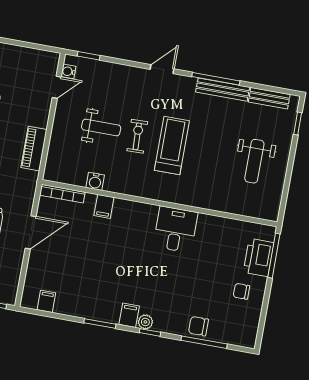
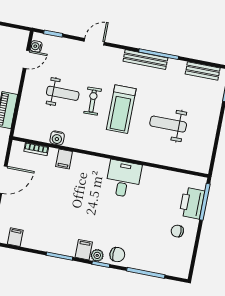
door: (162, 69) -> (94, 42), moved
bench: (223, 90) -> (145, 60), moved
treadmill: (172, 145) -> (121, 109), turned 180
weight bench: (254, 161) -> (168, 124), moved, turned 90
bookcase: (62, 194) -> (36, 149), width x0.64
chair: (198, 326) -> (117, 255), moved, turned 180

